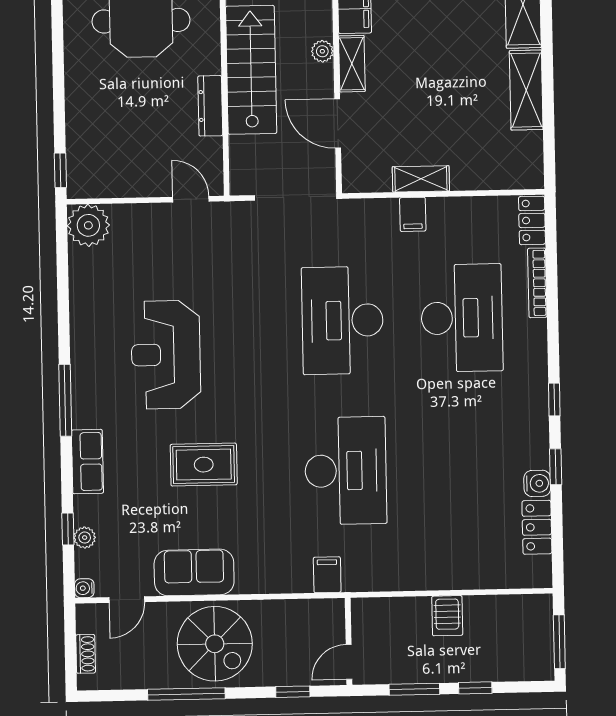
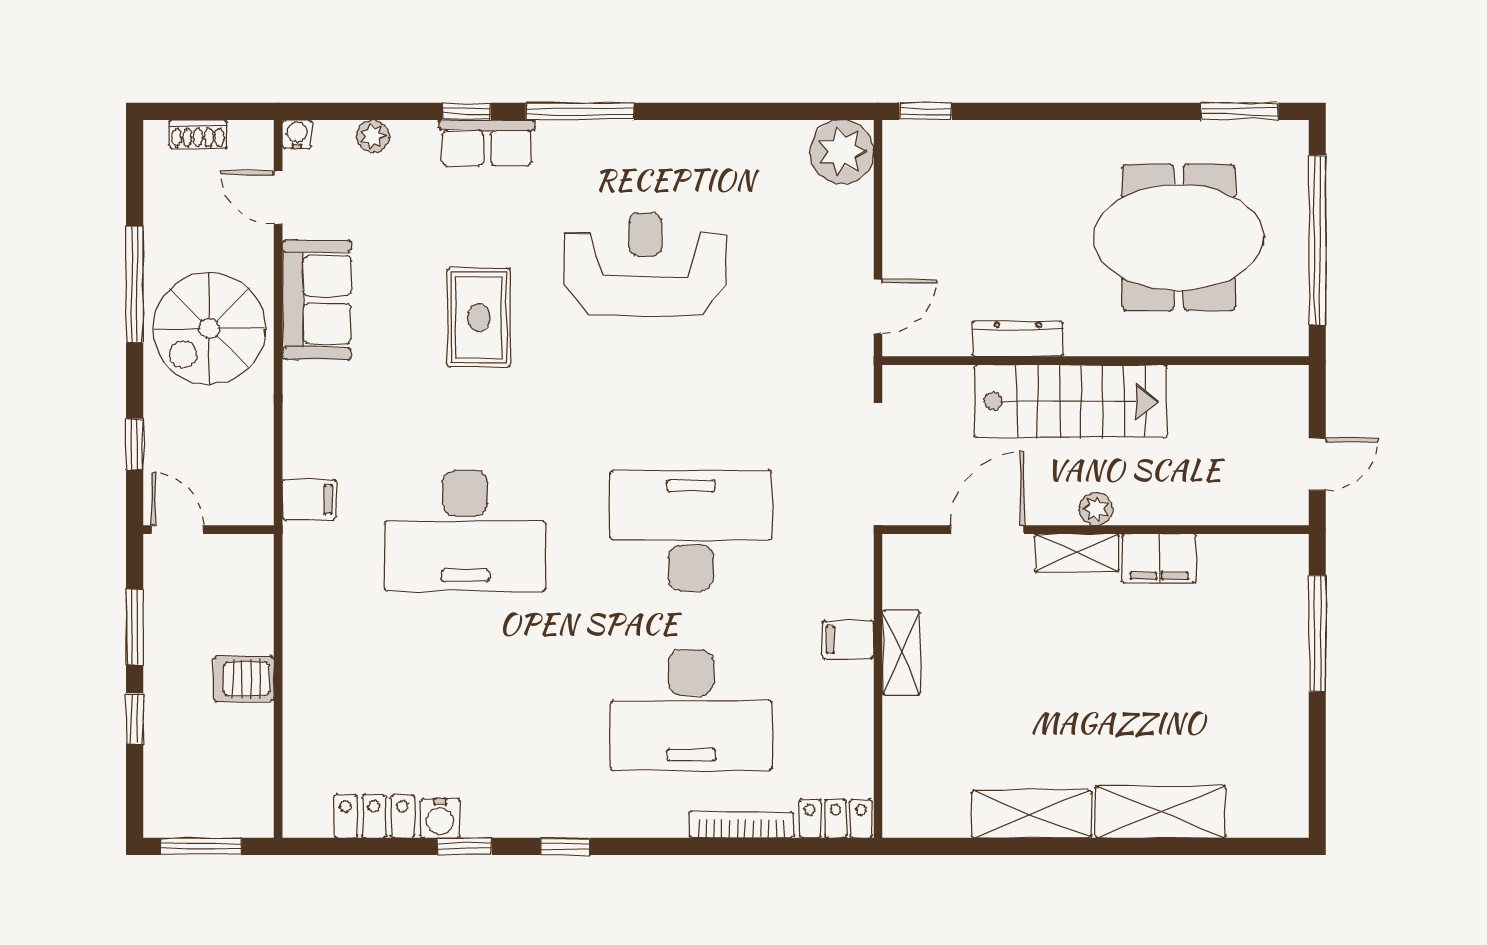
window: (68, 529) -> (467, 111), moved

